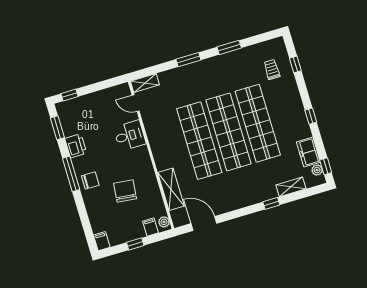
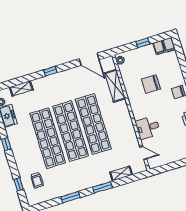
shelving: (145, 83) -> (121, 173), moved
chair: (125, 191) -> (151, 84), turned 84
window: (271, 203) -> (50, 71), moved
filing cabinet: (150, 227) -> (159, 48), moved

